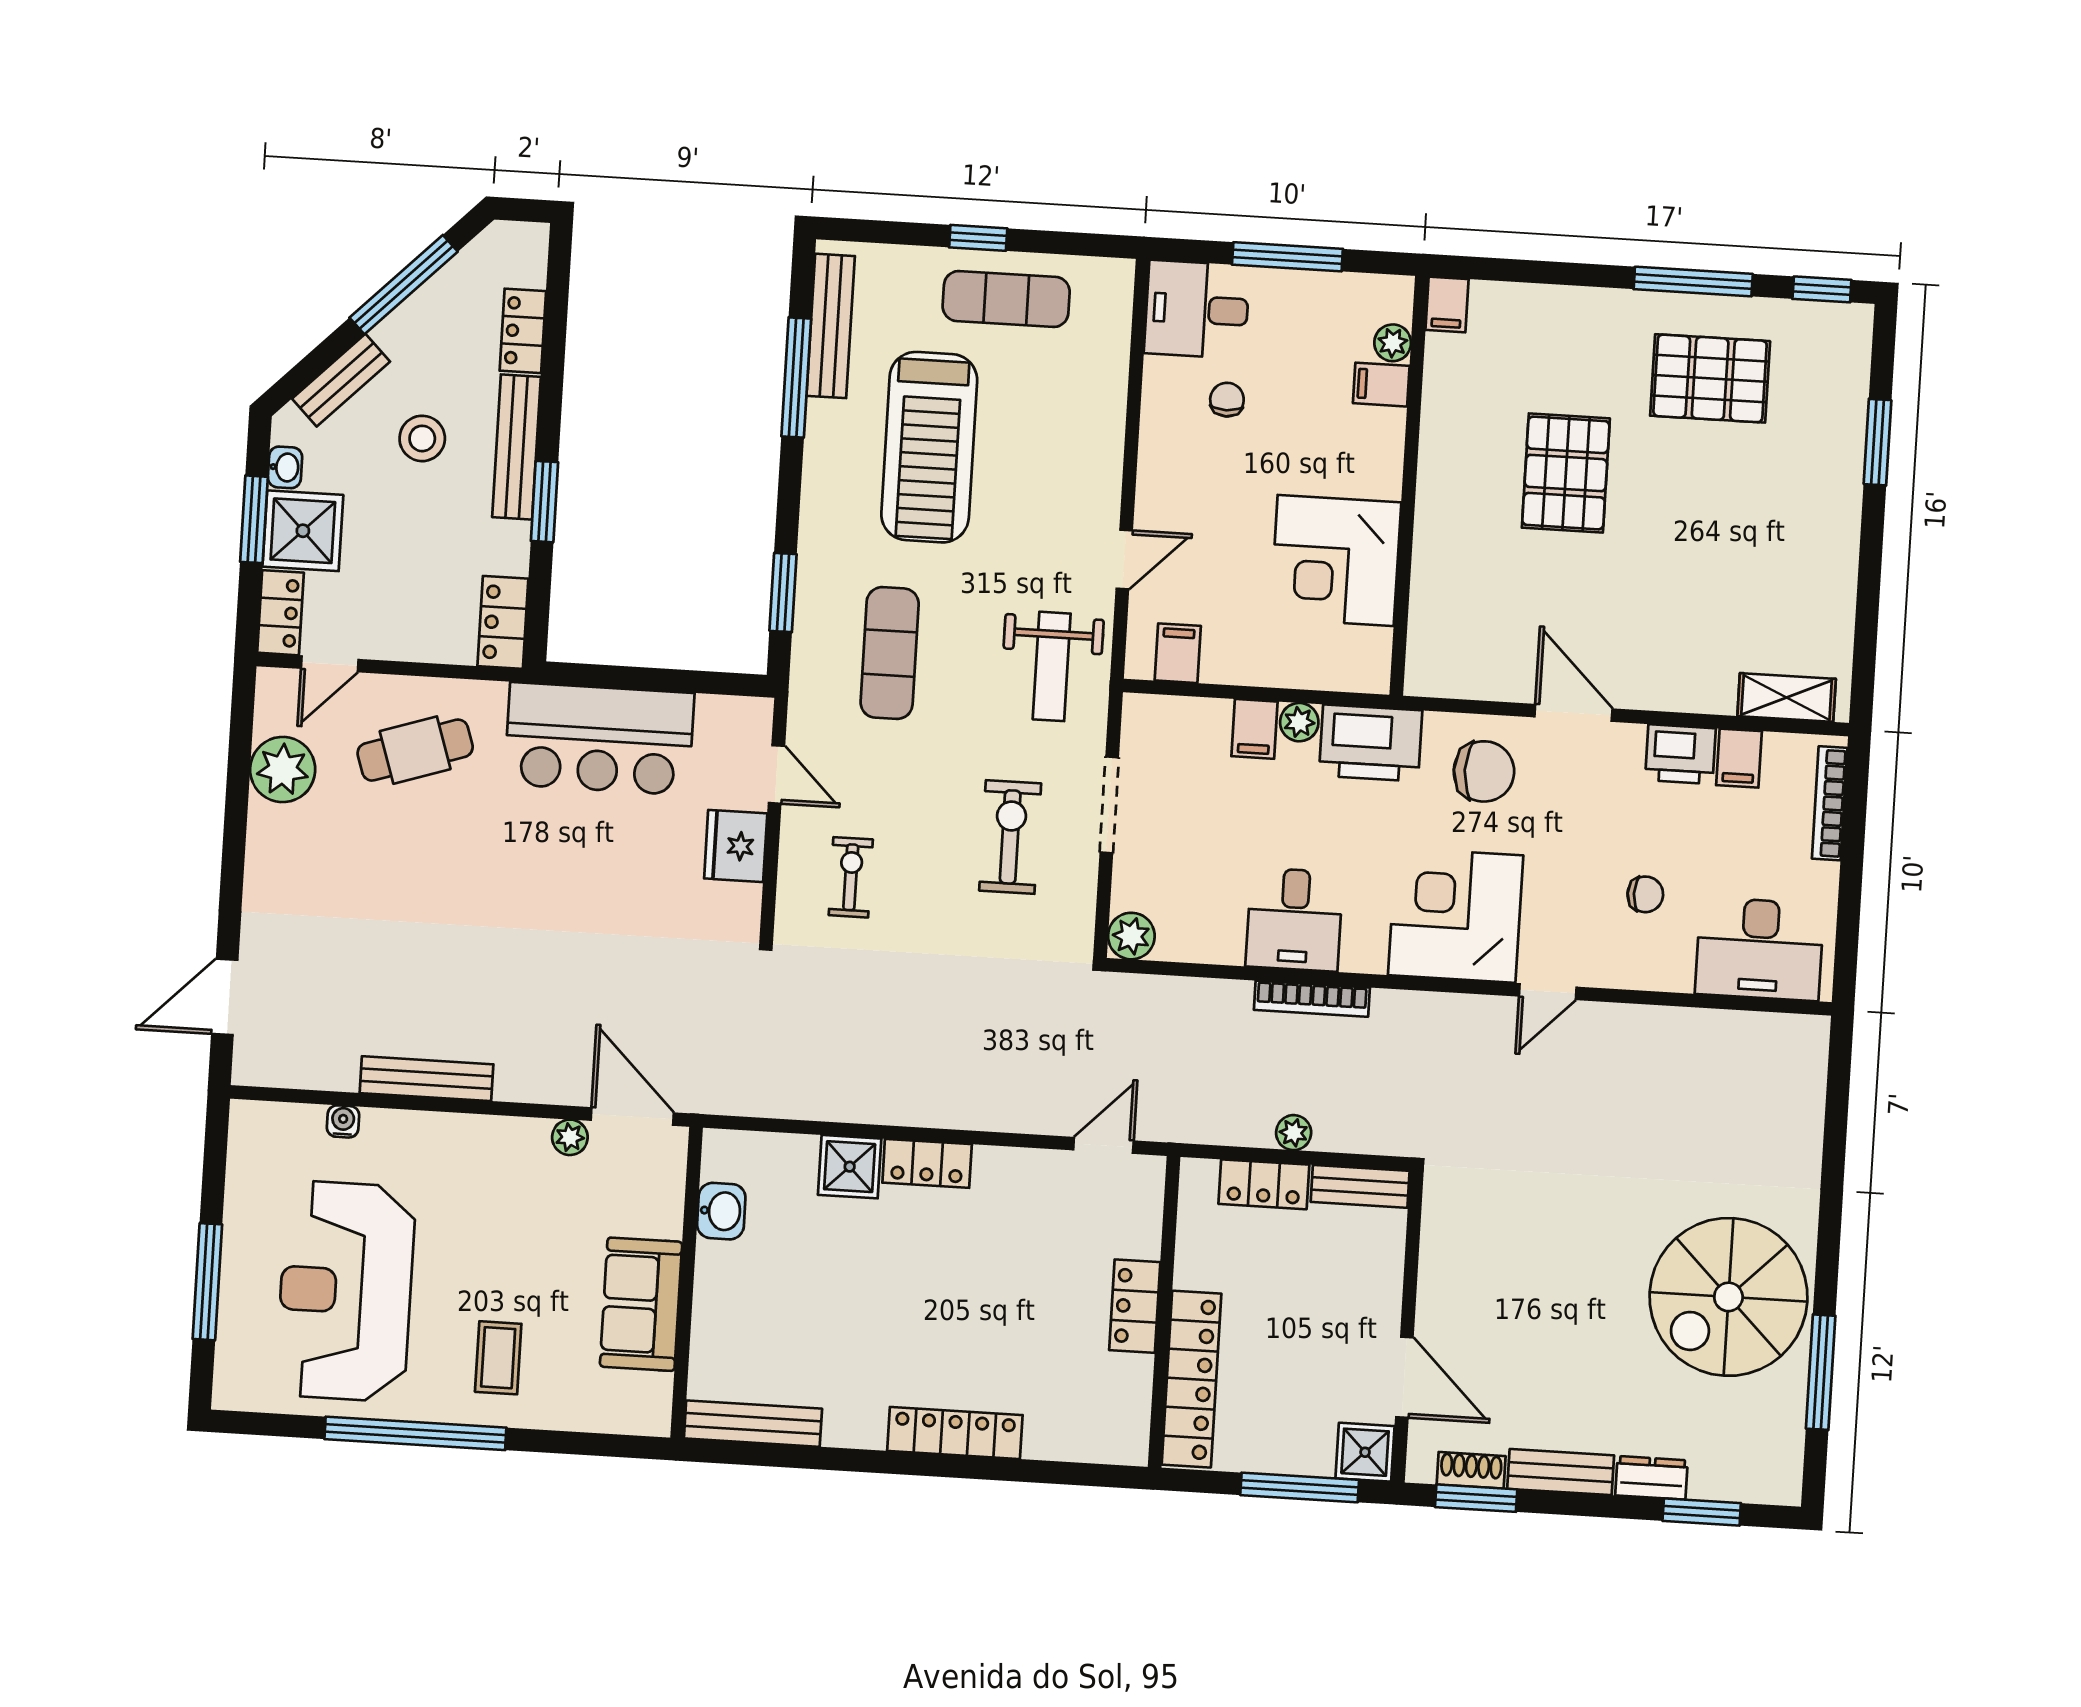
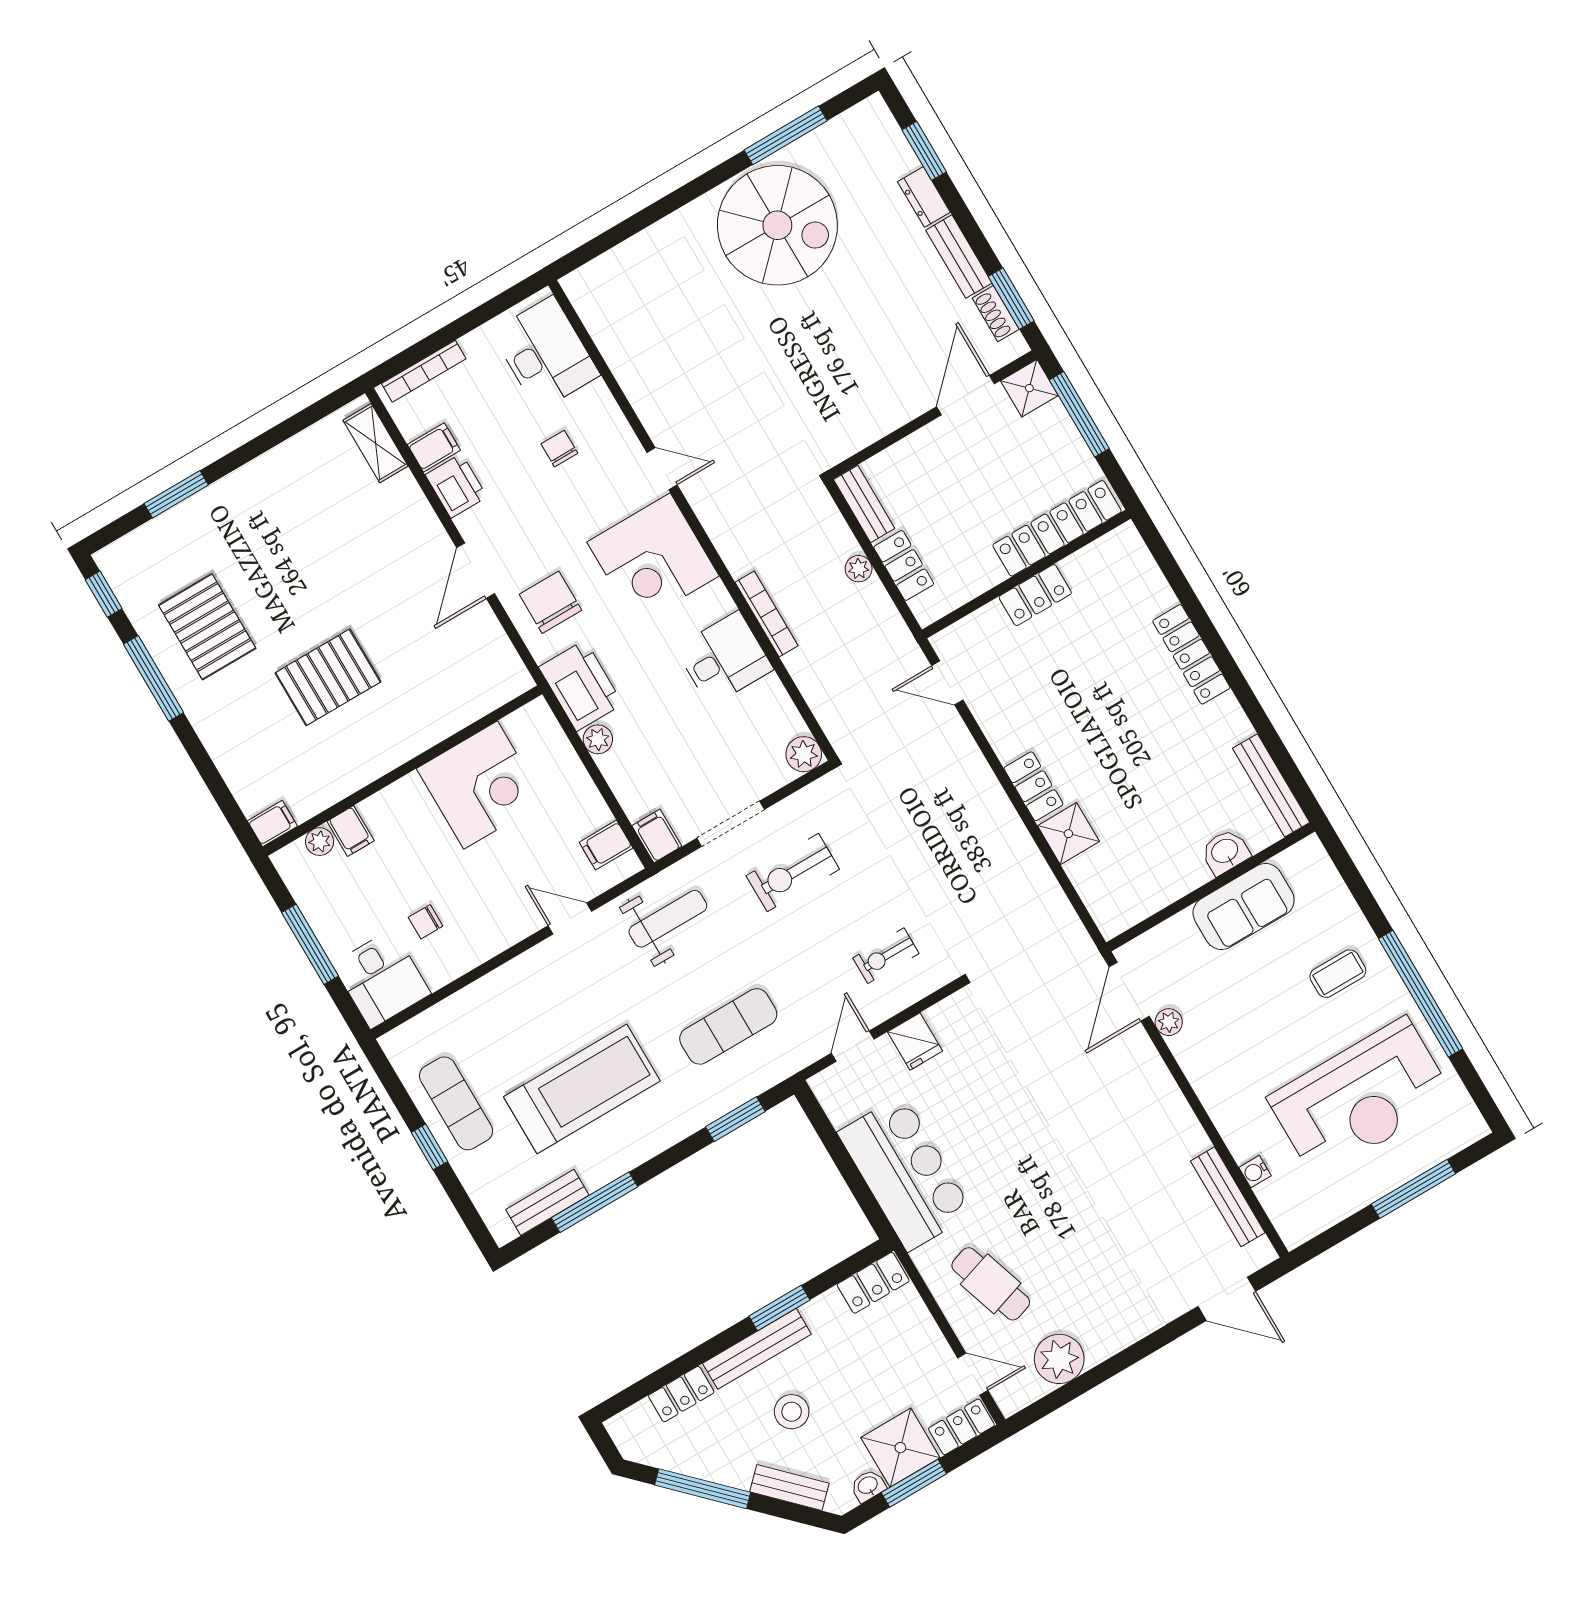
bench: (831, 326) -> (547, 1202), width x0.73
filing cabinet: (1254, 729) -> (657, 836), moved, turned -90
fridge: (736, 846) -> (915, 1041), width x0.72
bench: (426, 1079) -> (1228, 1197), moved
washbasin: (721, 1211) -> (1225, 852), moved

